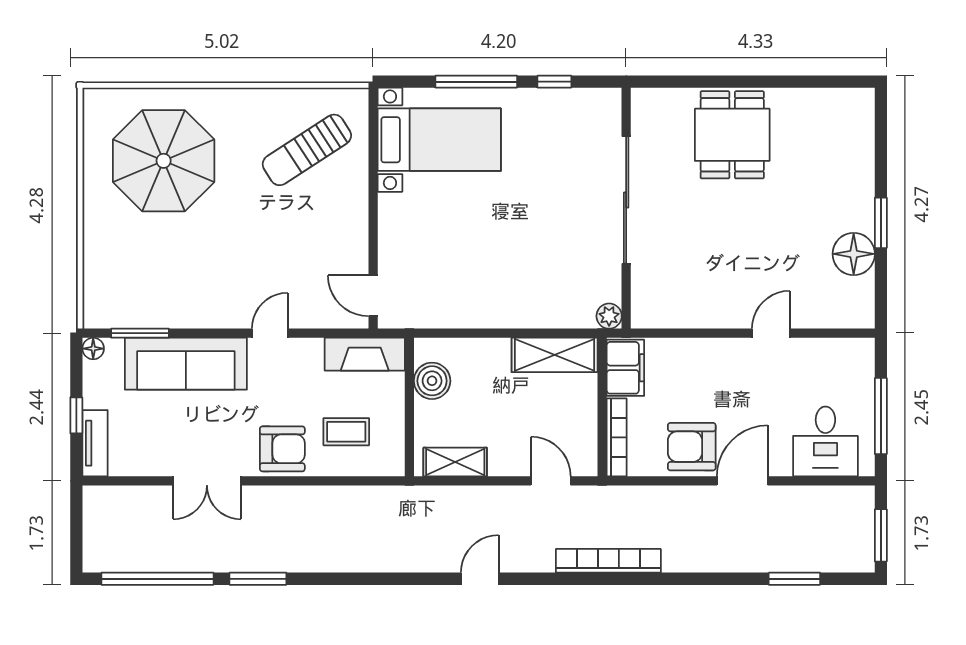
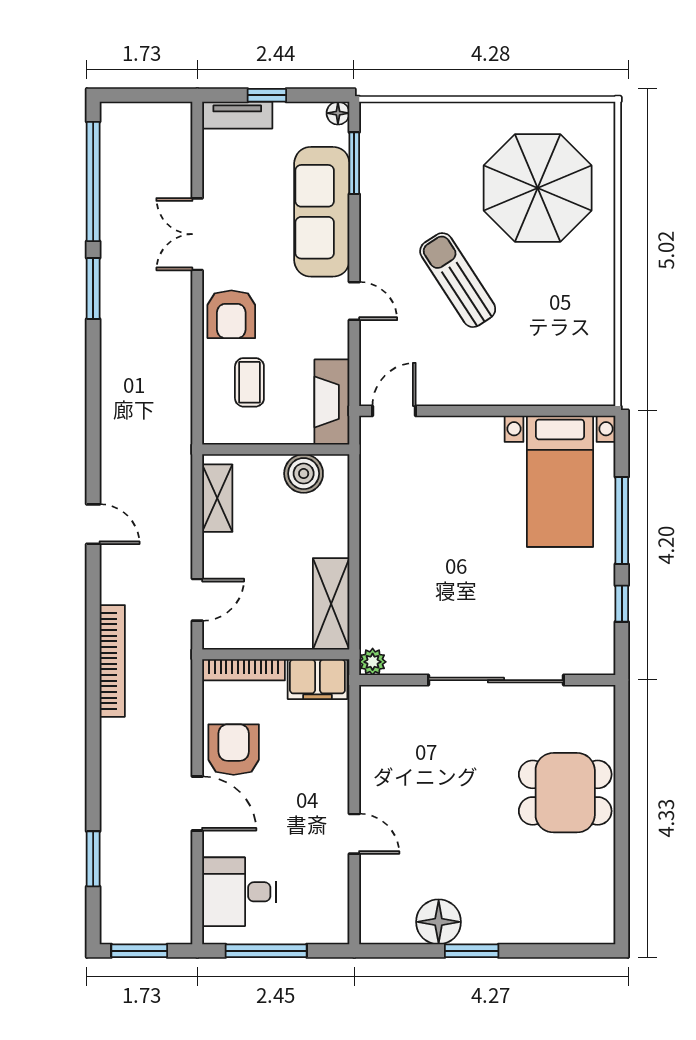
sun lounger: (307, 150) -> (458, 280), moved

